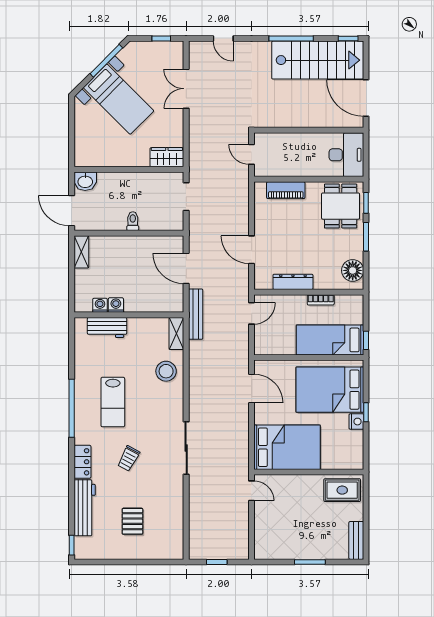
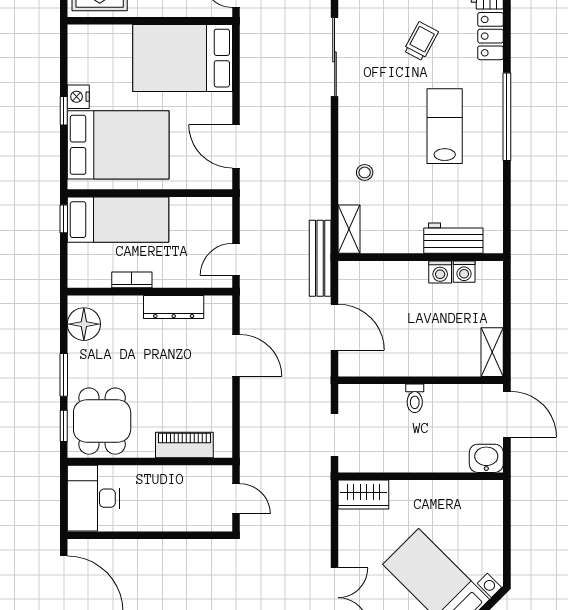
stool: (166, 371) -> (365, 172), width x0.53, depth x0.53

